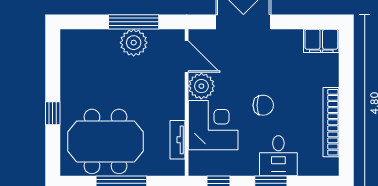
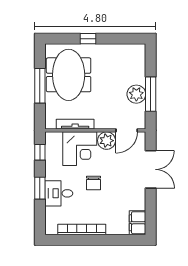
tv unit: (177, 140) -> (75, 124), width x1.41

